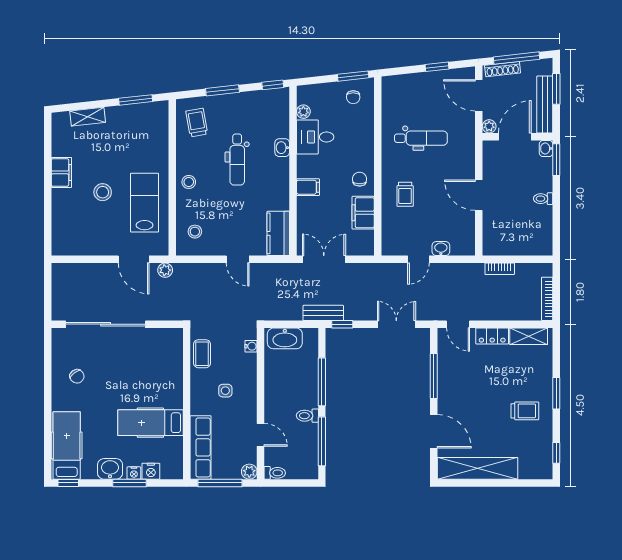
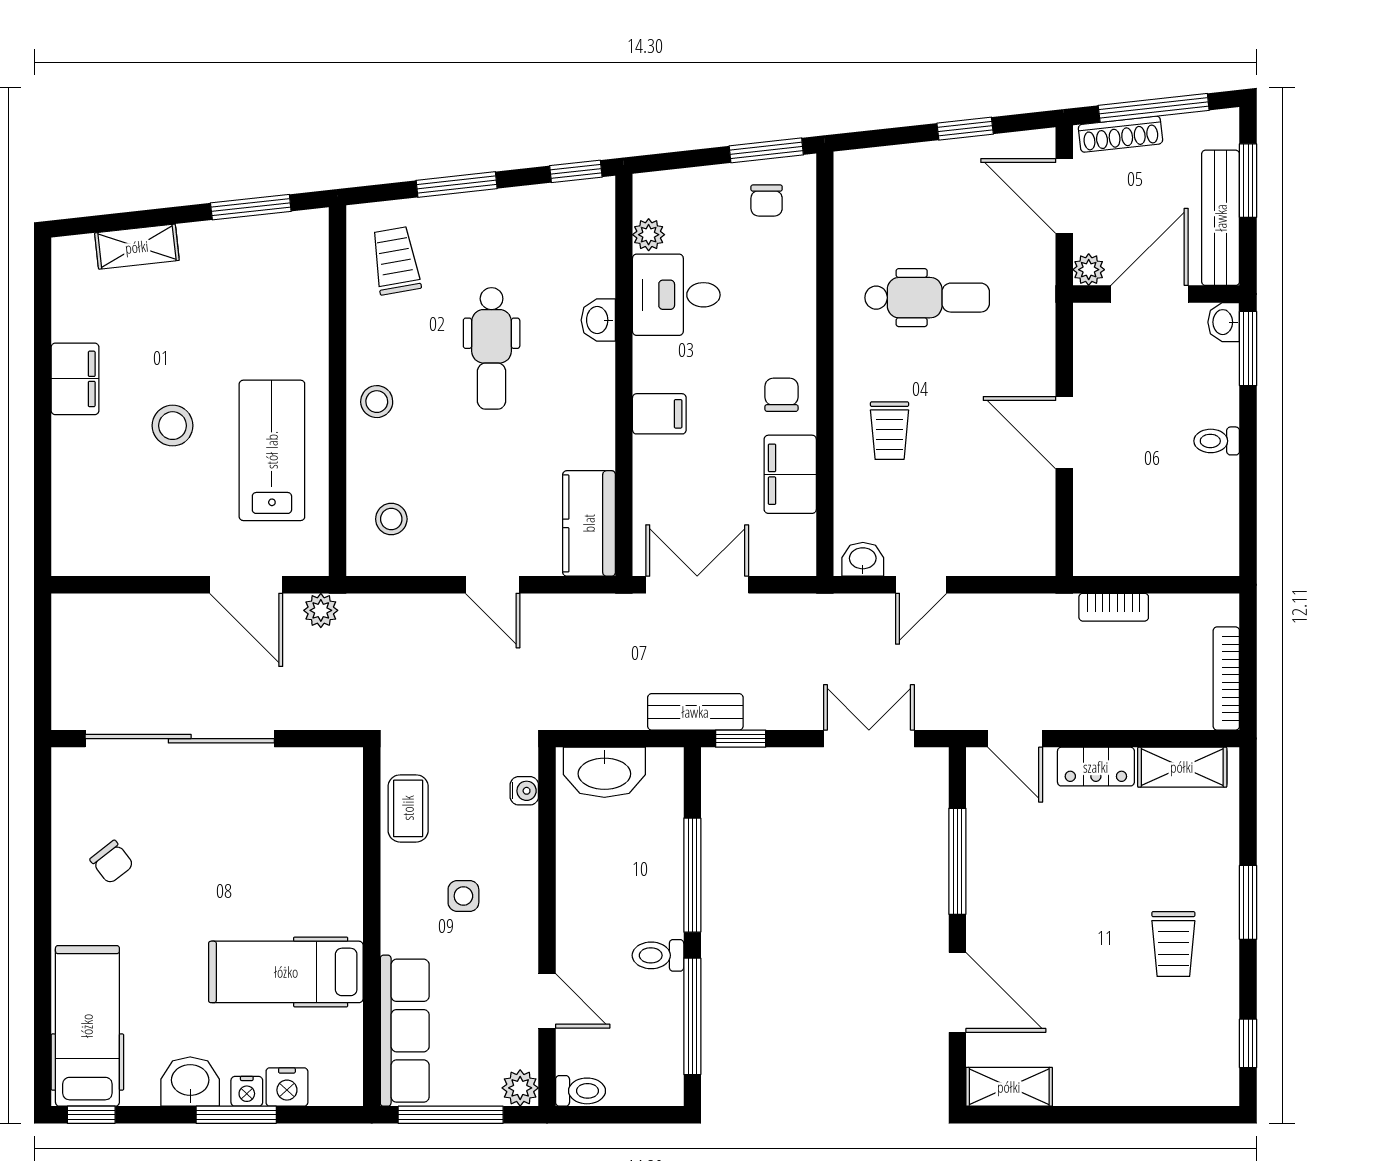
washbasin: (441, 249) -> (863, 559), moved
trolley: (525, 411) -> (1173, 944), turned 90
shelving: (478, 468) -> (1009, 1087), width x0.45, depth x0.75

